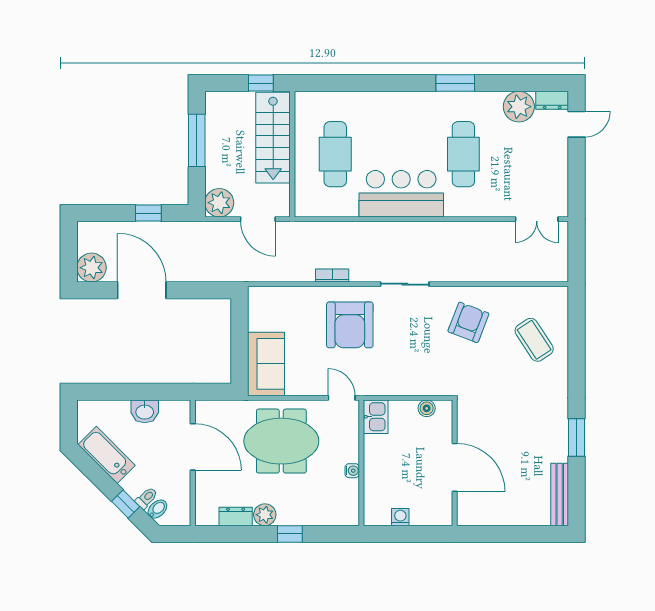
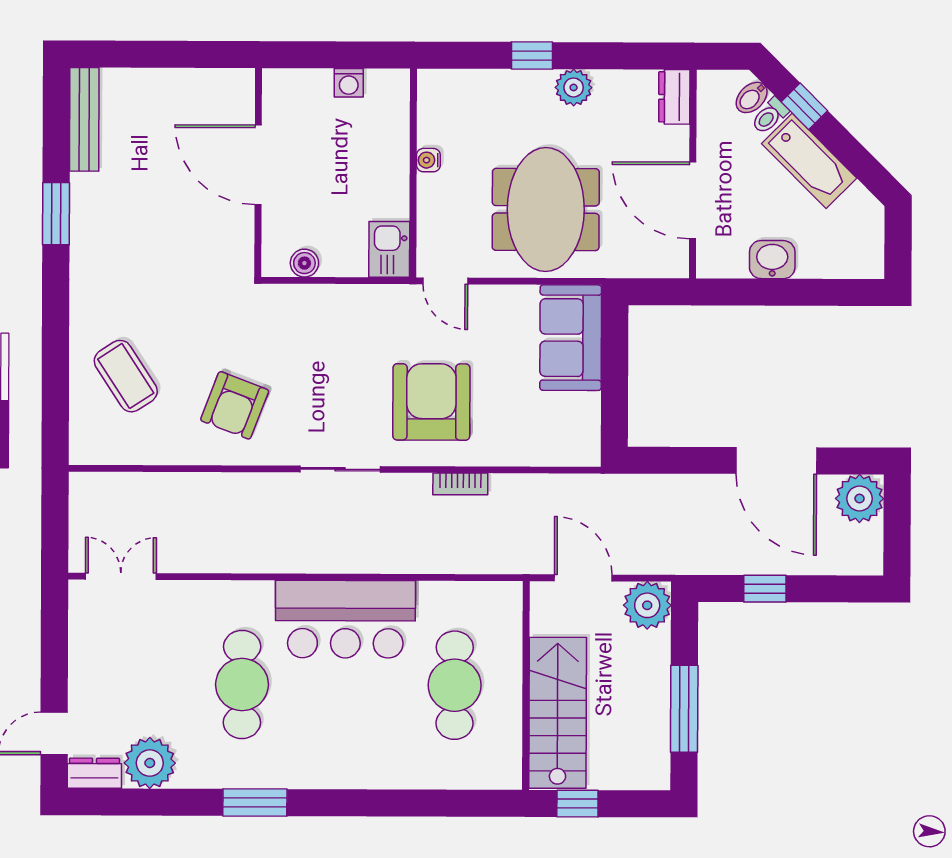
meeting table: (281, 441) -> (546, 209), turned 90
bathtub: (107, 455) -> (809, 161), moved
dresser: (236, 516) -> (674, 97), moved, turned 90

